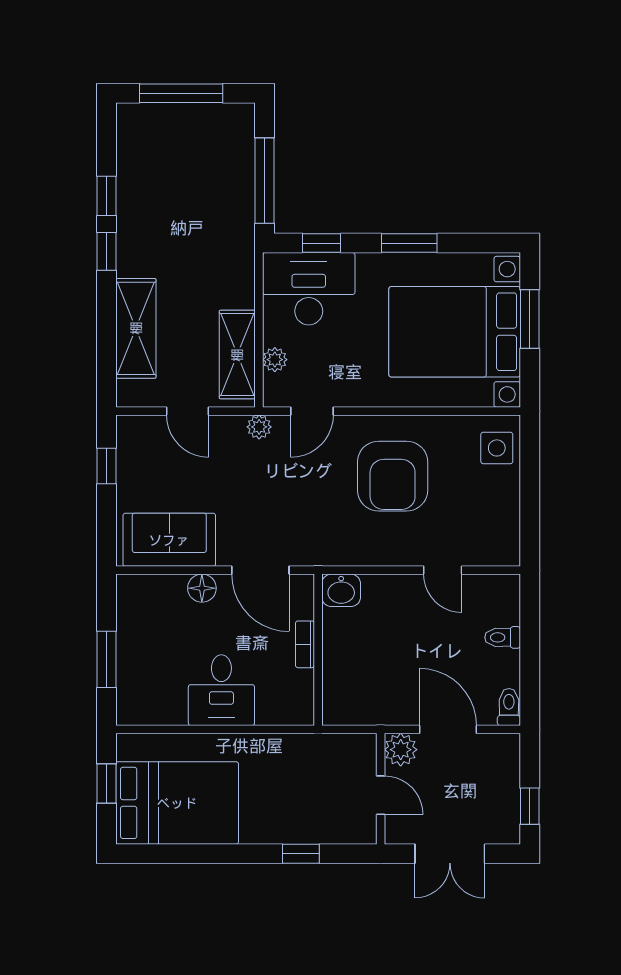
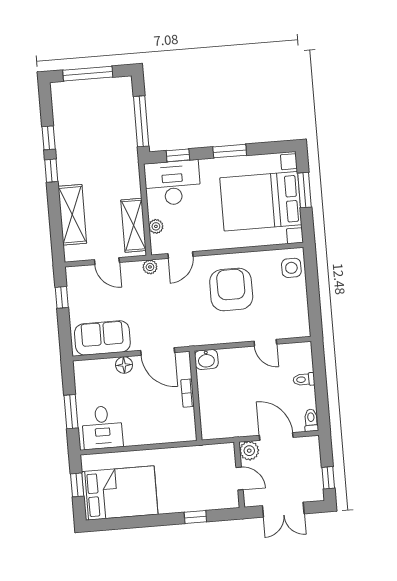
armchair: (393, 476) -> (231, 289), turned 180
desk: (221, 690) -> (102, 427), moved

